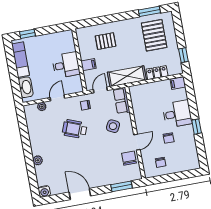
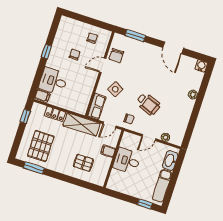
desk: (177, 114) -> (53, 81), moved

